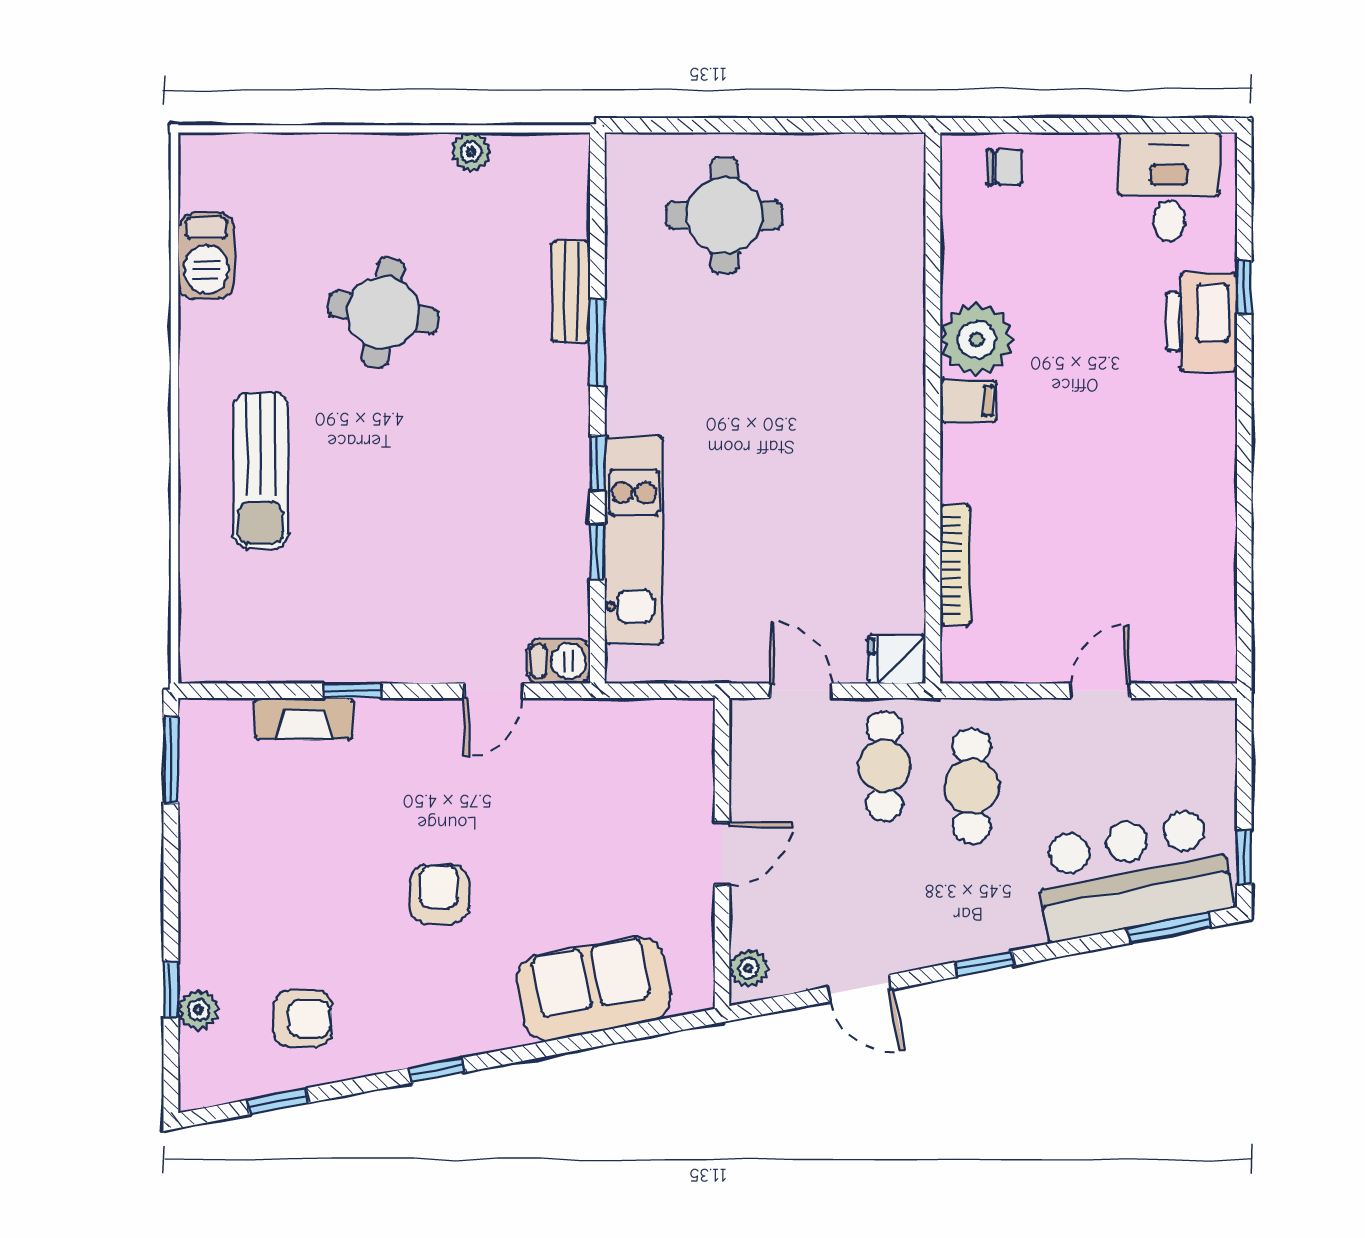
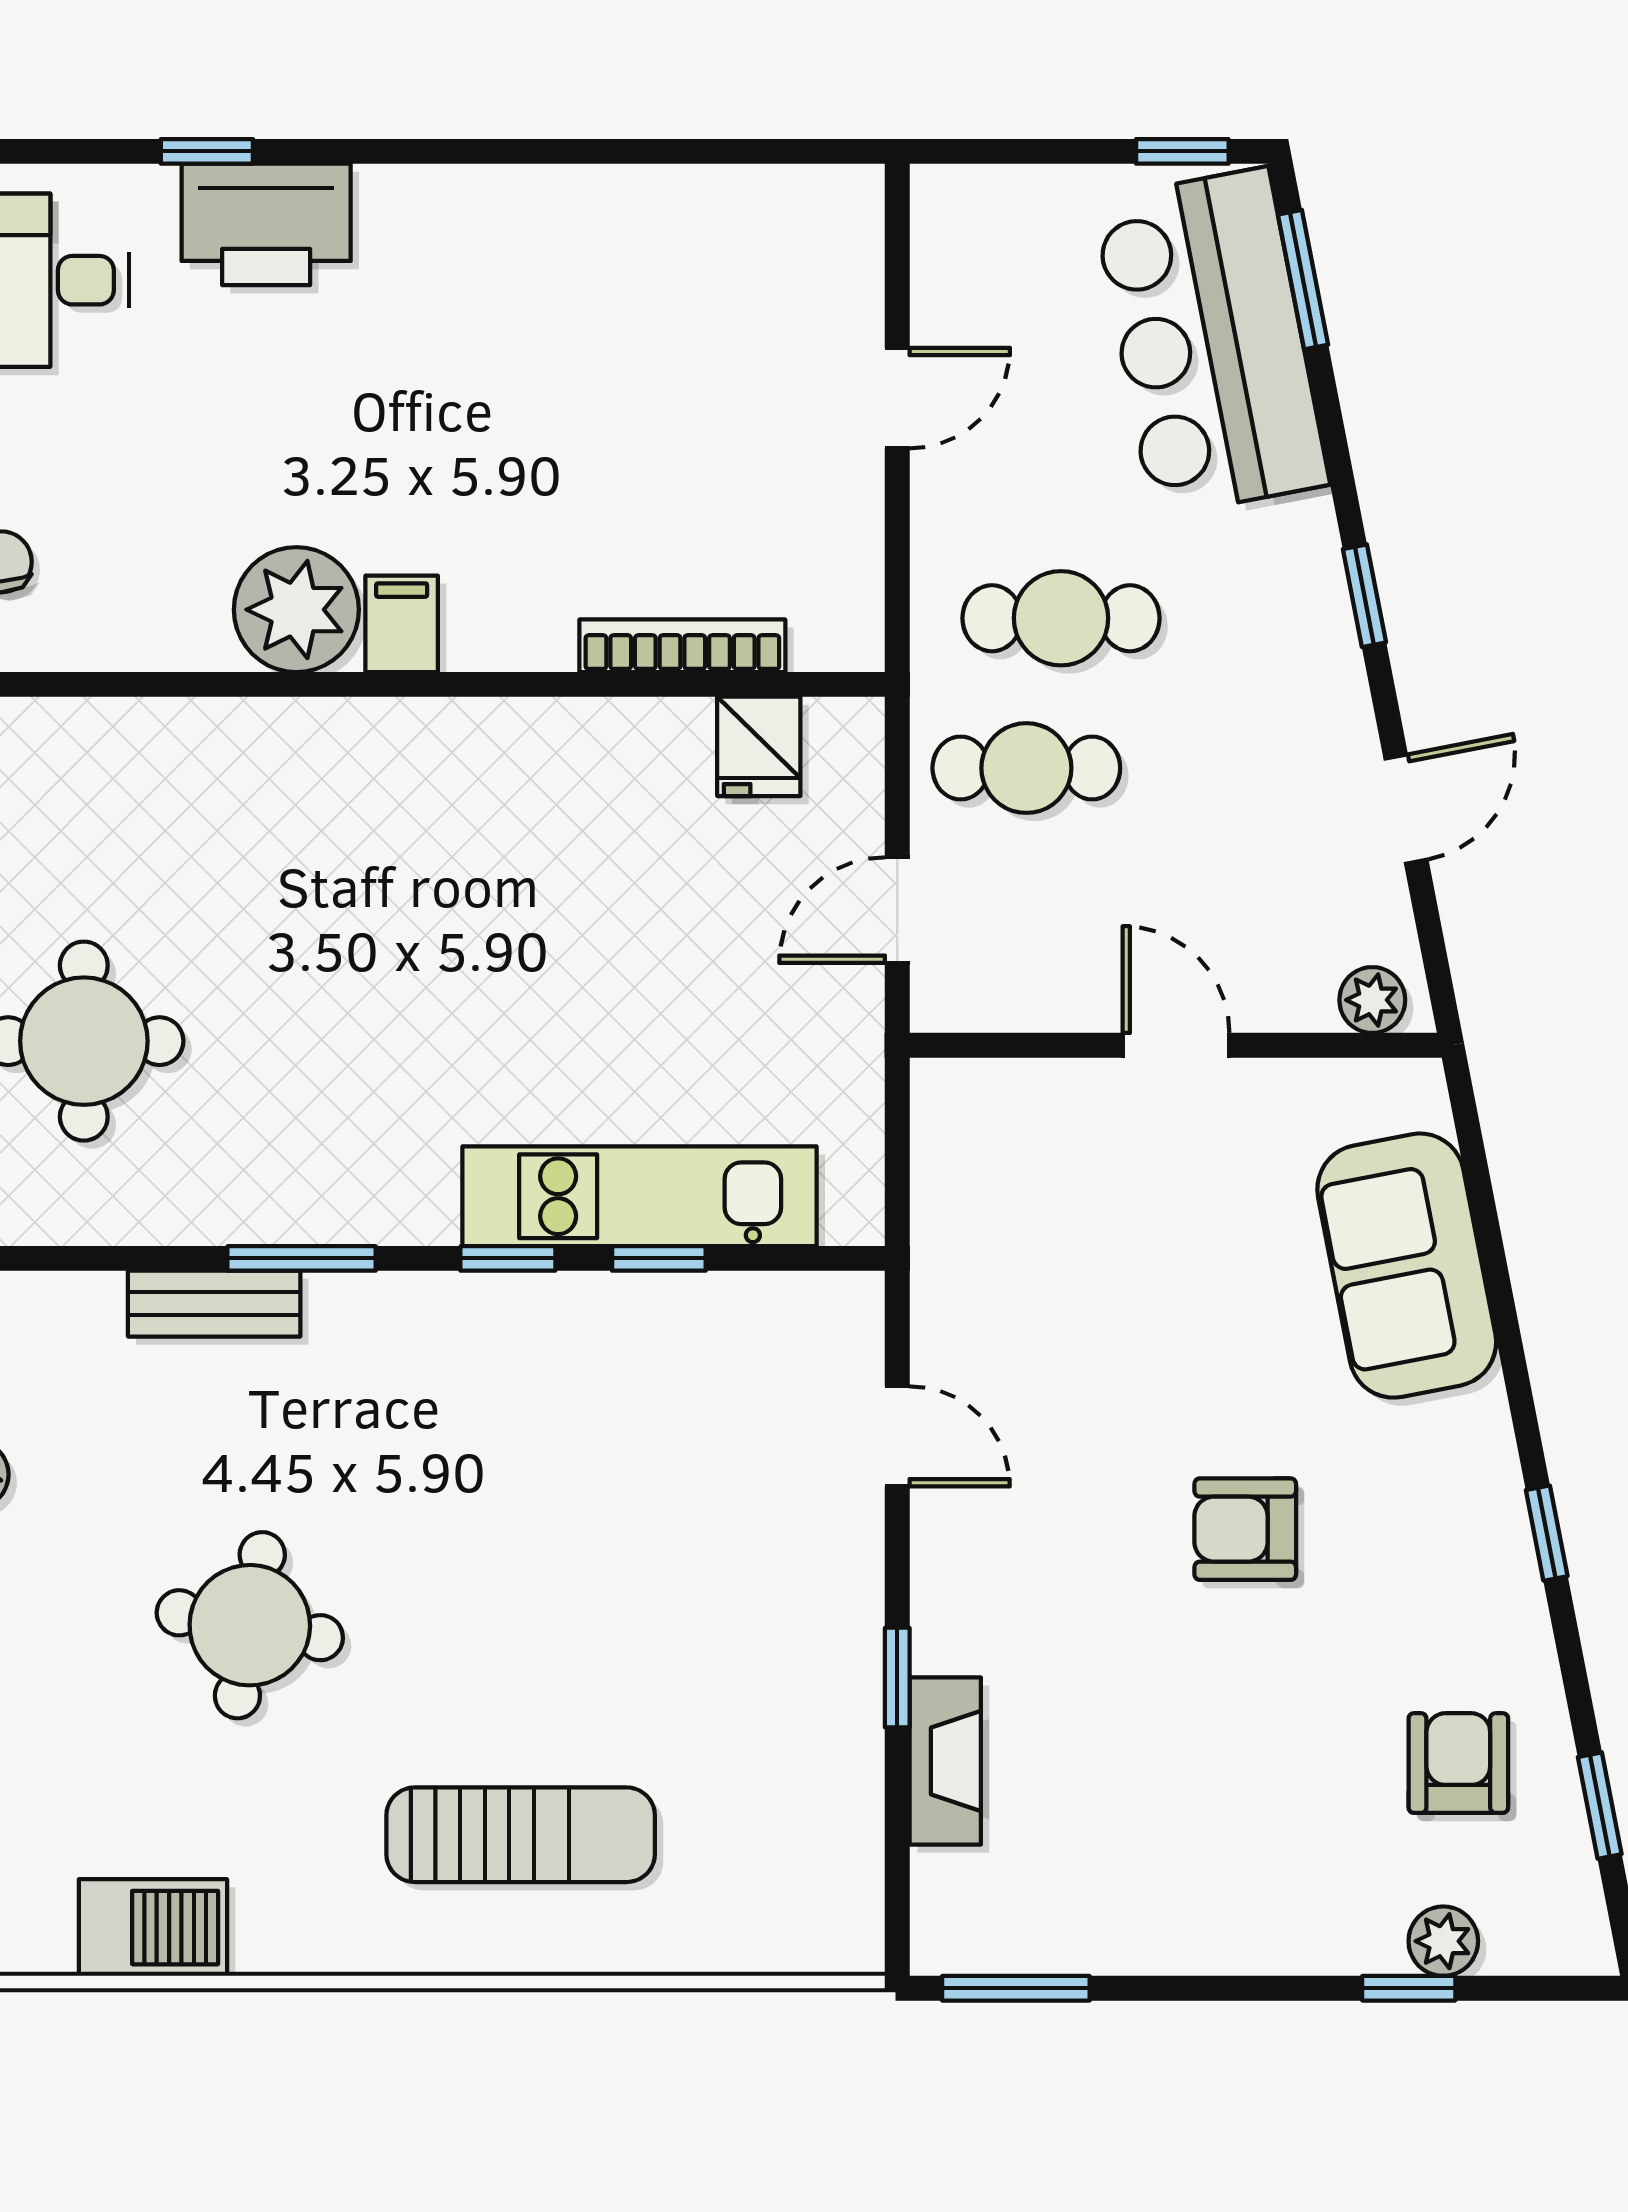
fridge: (897, 659) -> (759, 746), moved
barbecue: (559, 661) -> (847, 1325), removed
door: (1100, 691) -> (897, 398), swing flipped

